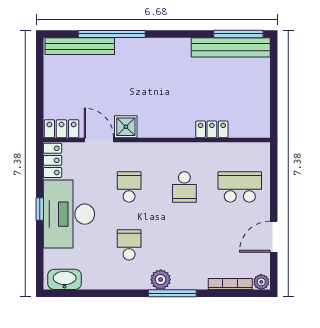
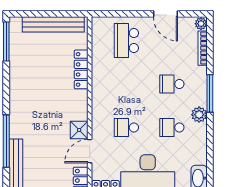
bench: (231, 47) -> (53, 24), moved, turned 90
locker: (212, 129) -> (81, 69), width x1.53
school desk: (184, 187) -> (172, 84), moved, turned 180
plant: (161, 280) -> (199, 115), moved

